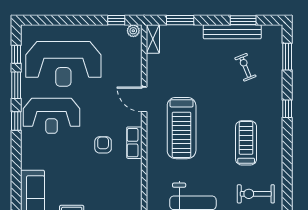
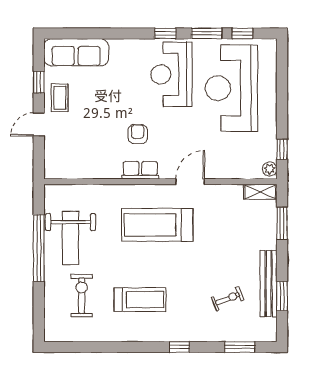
armchair: (103, 145) -> (138, 134), turned -90
exercise bike: (256, 194) -> (82, 296), moved

